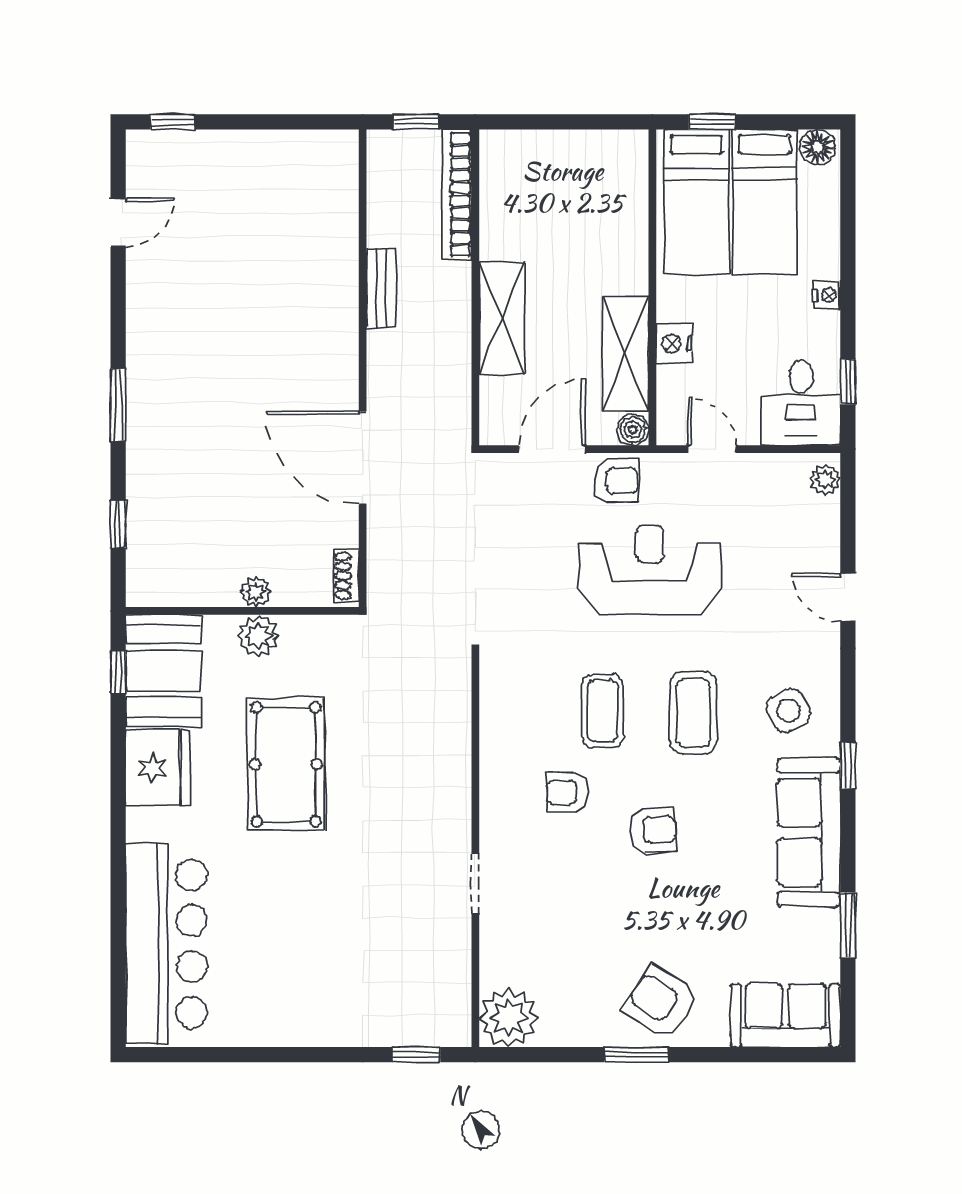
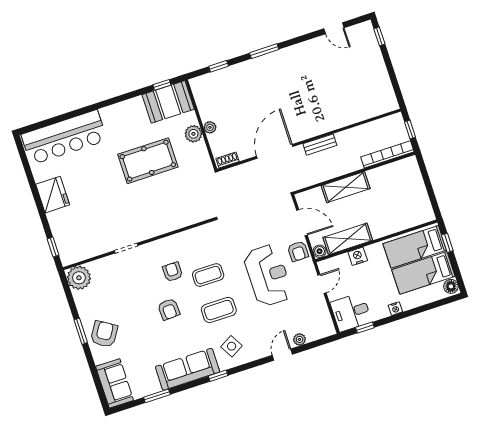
bench: (381, 288) -> (320, 145), moved
plant: (825, 479) -> (300, 339), moved
fridge: (158, 768) -> (53, 195), moved, turned -90

